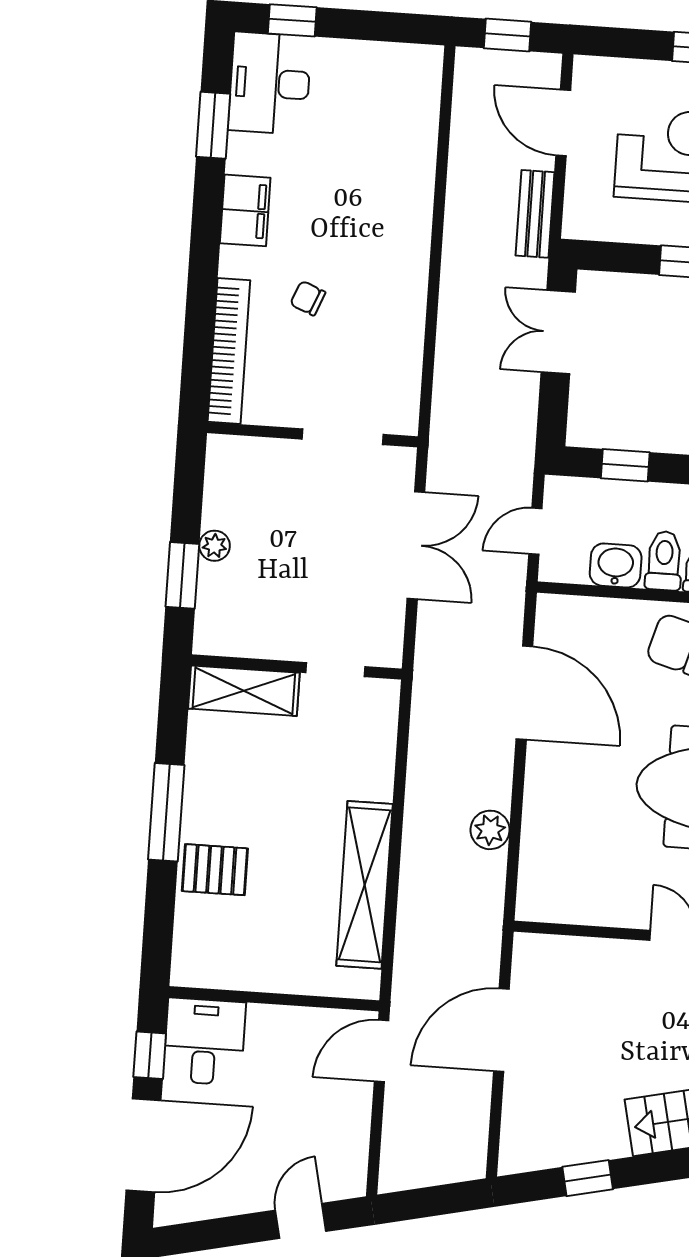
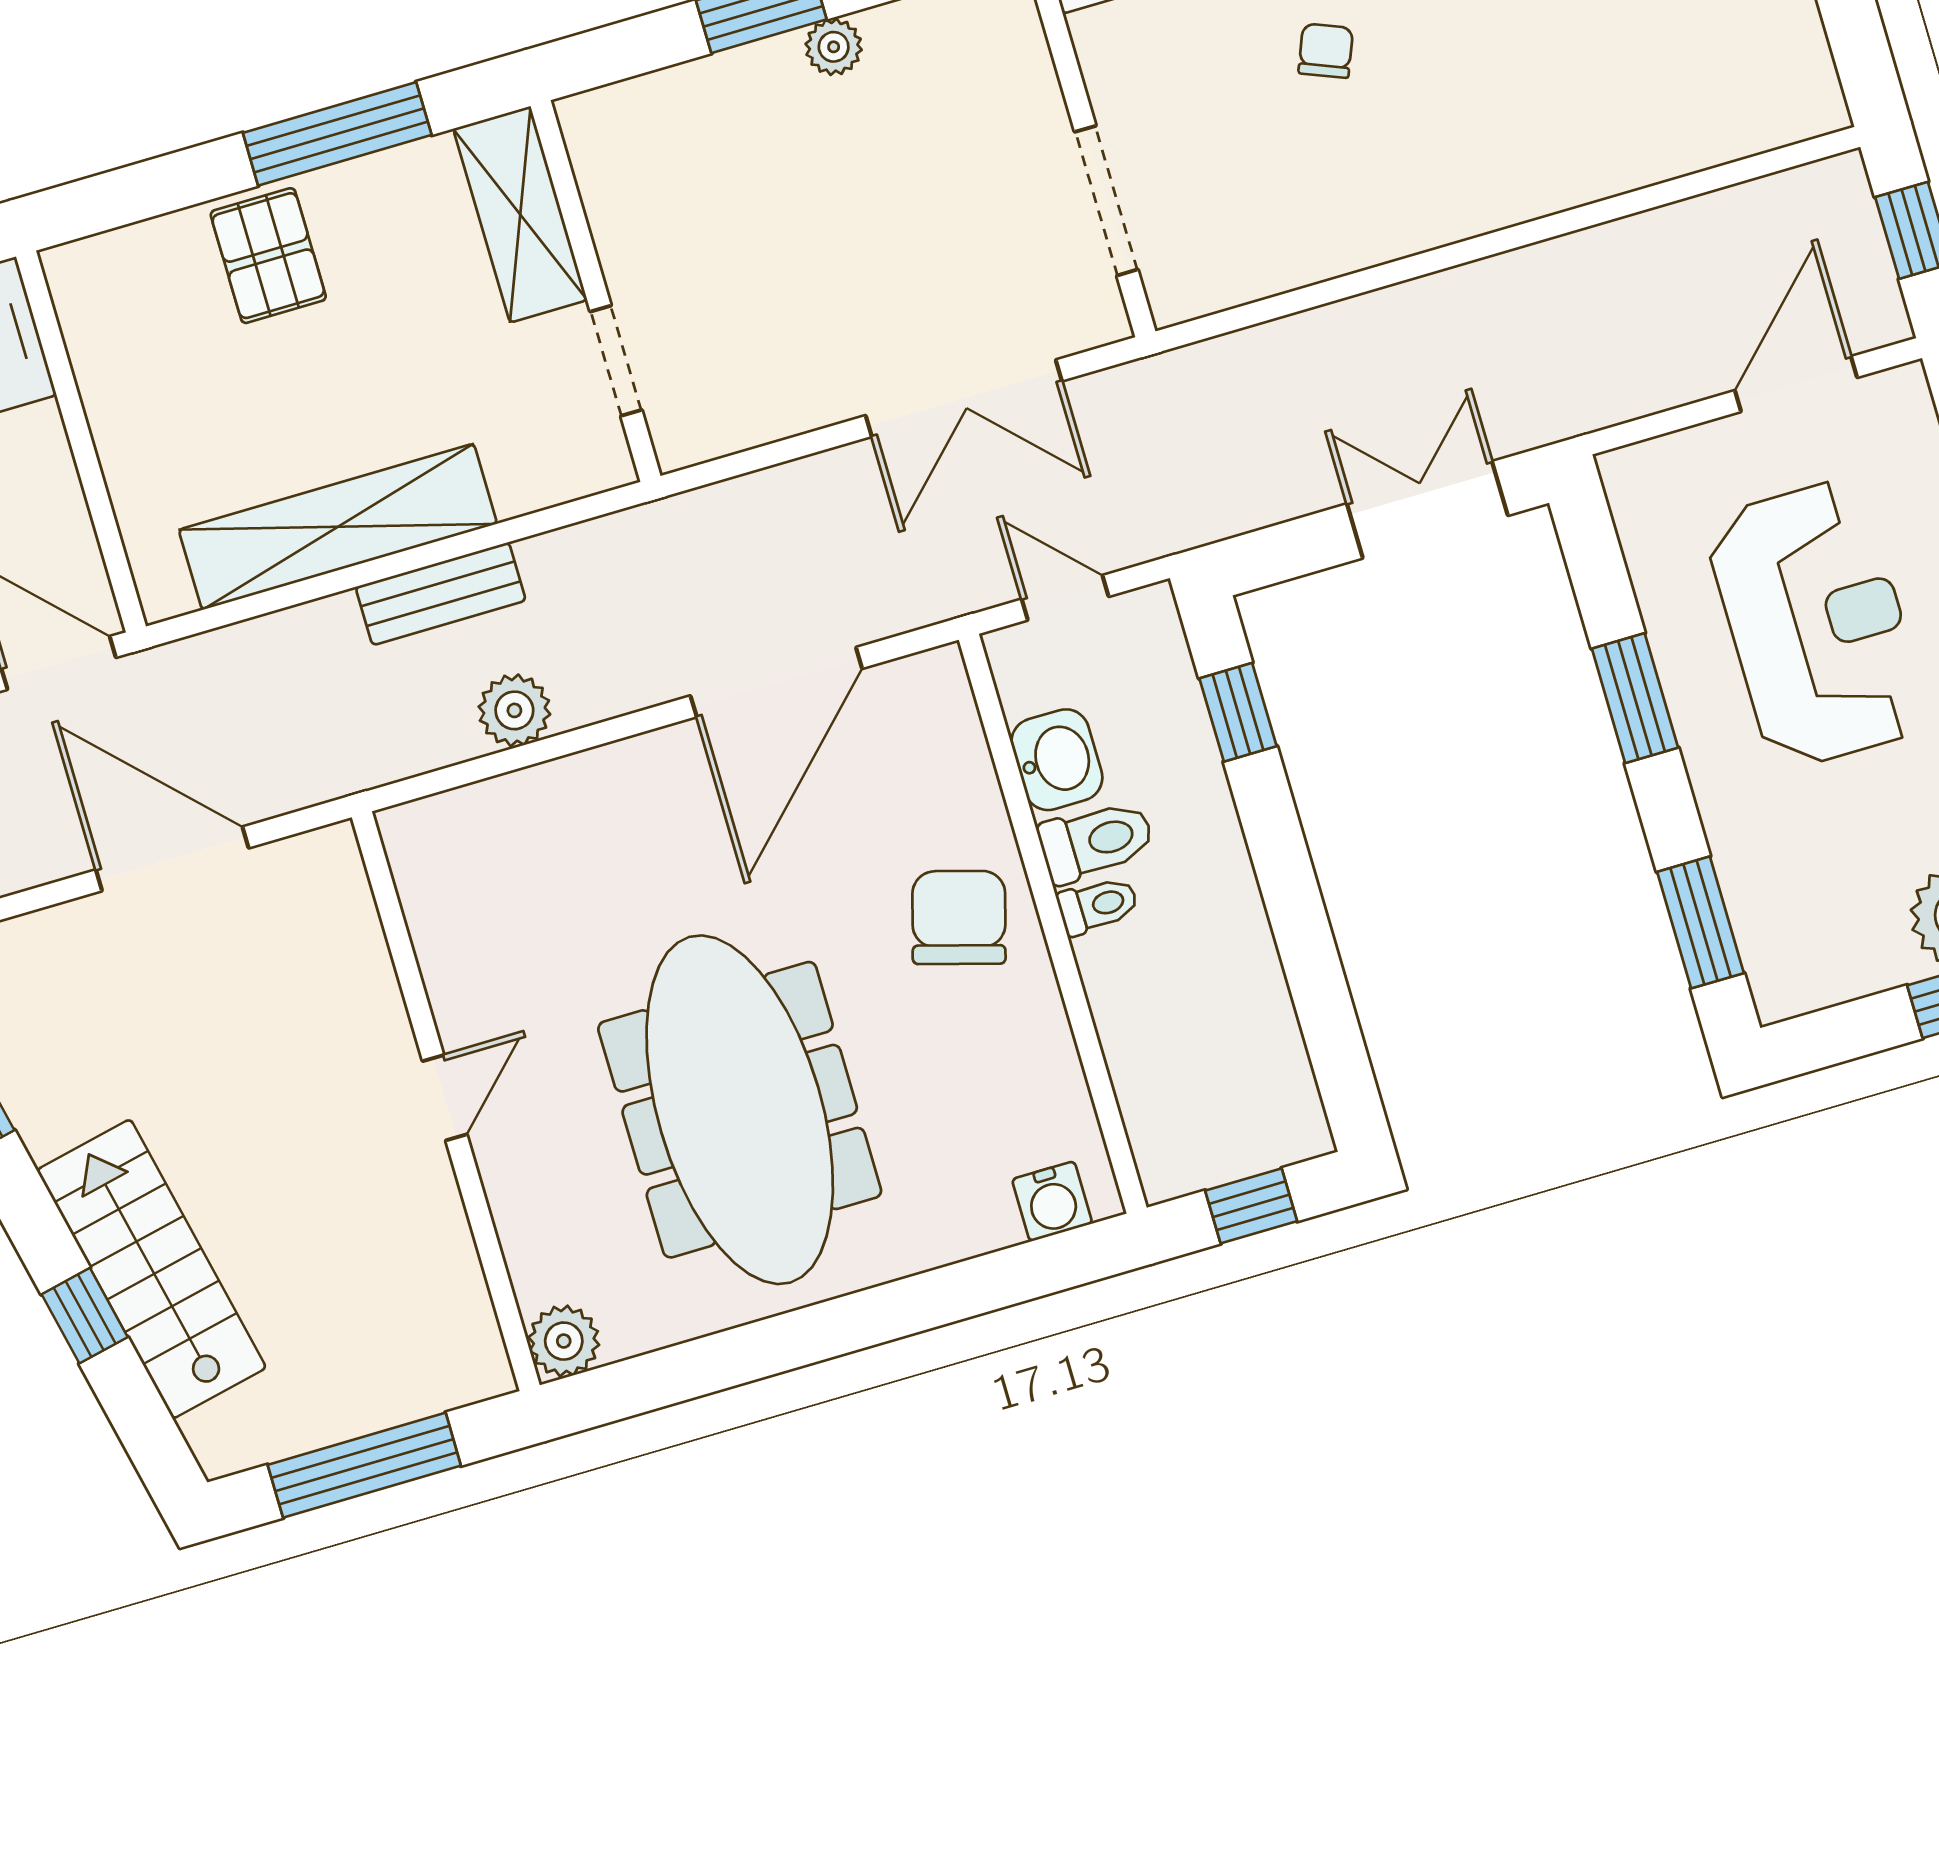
bench: (535, 214) -> (441, 594), moved
wall: (297, 667) -> (596, 291), moved
doorway: (336, 670) -> (616, 361), moved
shelving: (244, 691) -> (520, 214), moved

